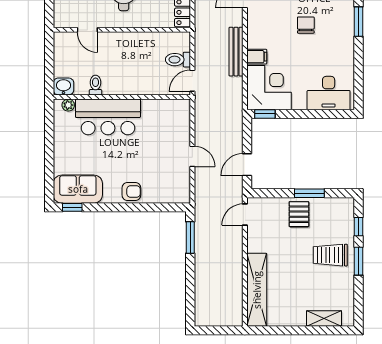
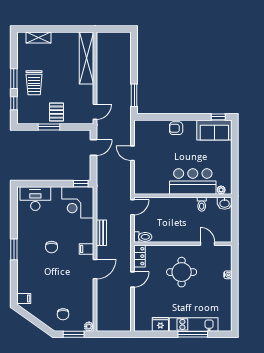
bench: (236, 52) -> (101, 233), width x0.73
filing cabinet: (257, 57) -> (87, 249), moved
toilet: (178, 60) -> (143, 237), moved
trolley: (330, 255) -> (34, 83), turned 90

